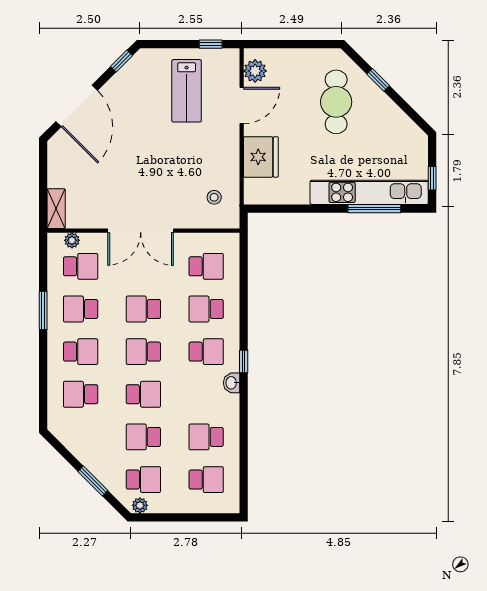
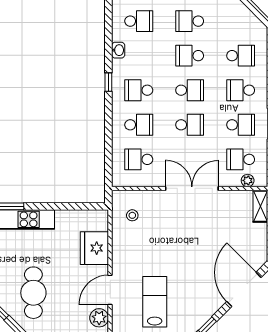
washbasin: (232, 383) -> (118, 50), moved
school desk: (143, 437) -> (190, 21), turned 180

